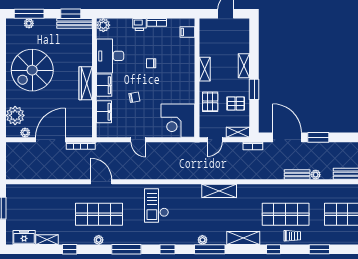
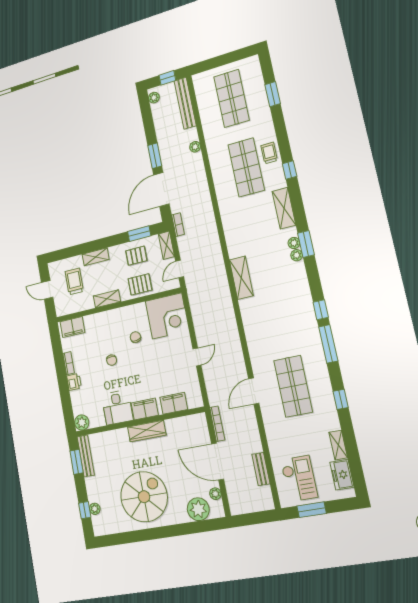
window: (29, 14) -> (85, 510), width x0.46
filing cabinet: (187, 32) -> (72, 327), width x2.00
trolley: (227, 41) -> (74, 281), added
desk: (110, 56) -> (117, 407), width x0.73
spiral stairs: (32, 70) -> (144, 497), turned -90
window: (254, 89) -> (139, 234), moved
chair: (134, 97) -> (135, 337), moved
pallet: (236, 103) -> (136, 256), turned 90
door: (215, 140) -> (180, 269), swing flipped
bench: (297, 174) -> (261, 469), moved
shelving: (219, 191) -> (241, 278), moved
checkout: (157, 206) -> (299, 478), moved, turned -90
plant: (99, 240) -> (294, 243), moved
window: (70, 249) -> (341, 399), moved
window: (167, 249) -> (321, 310), moved
window: (210, 249) -> (306, 244), width x0.69
window: (319, 249) -> (273, 94), moved

